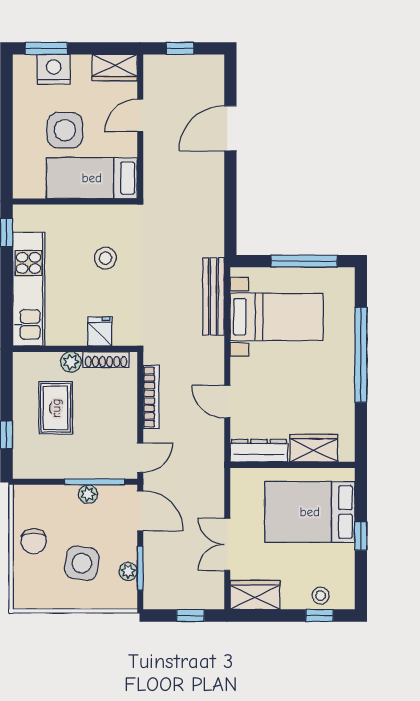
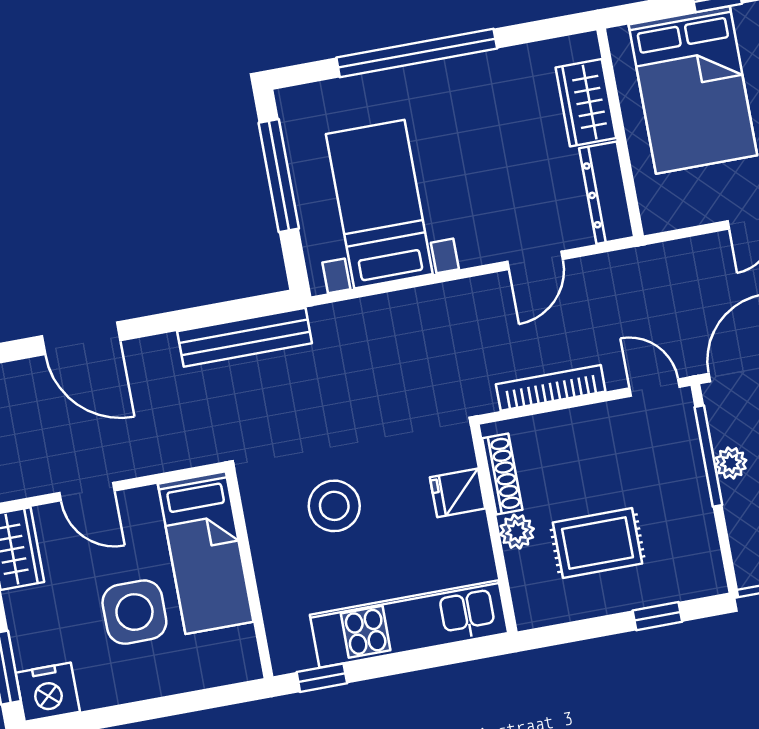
nightstand: (54, 69) -> (48, 692), moved, turned -90
stool: (105, 258) -> (334, 506), width x1.38, depth x1.38
bench: (213, 296) -> (245, 337), moved

